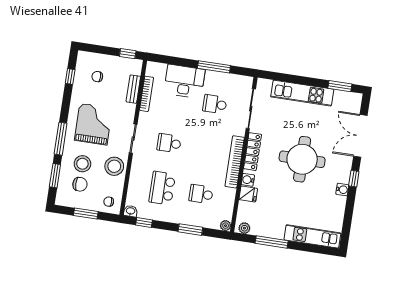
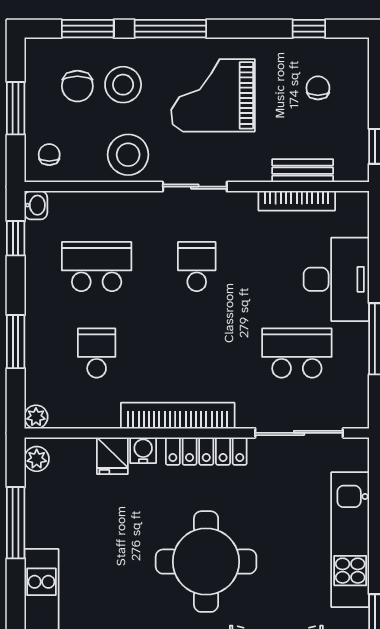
school desk: (215, 104) -> (297, 353), width x1.85
grand piano: (93, 124) -> (213, 95), turned 180

